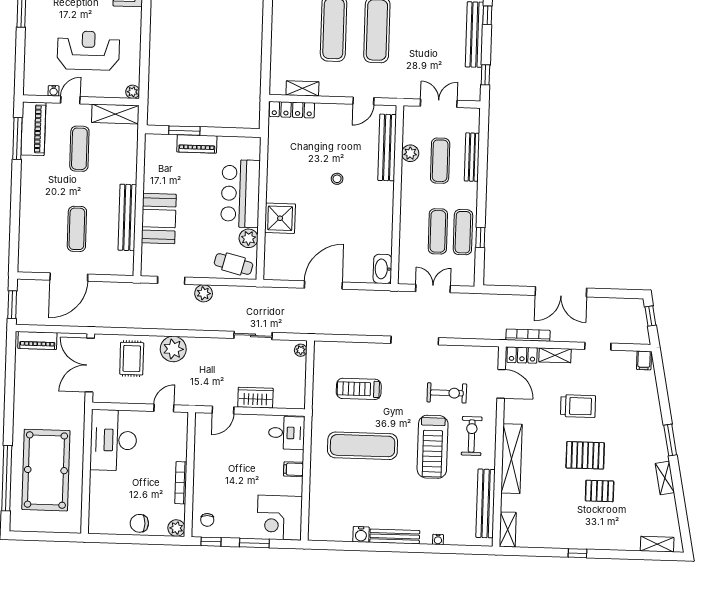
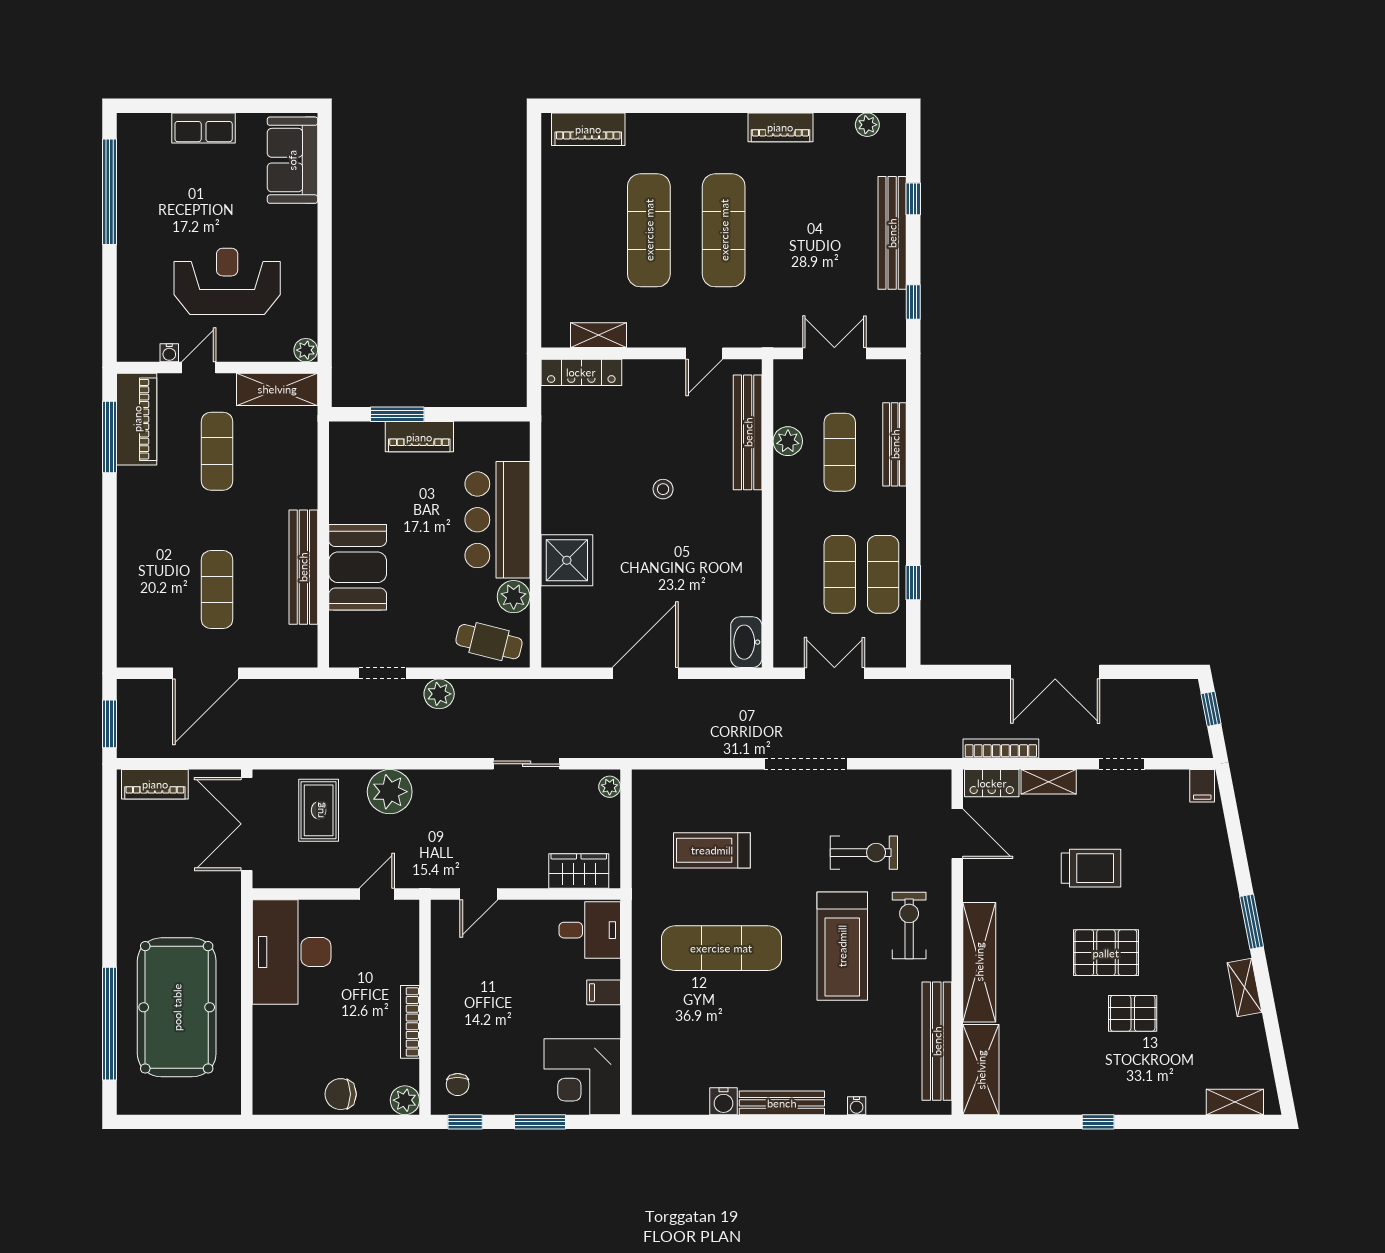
wardrobe: (255, 398) -> (579, 871), moved
shelving: (508, 529) -> (981, 1070), width x1.50, depth x1.33

